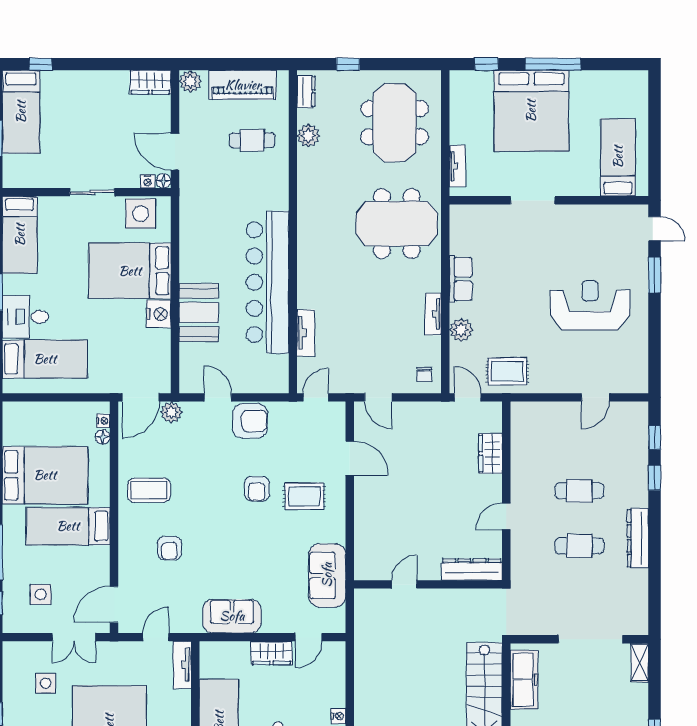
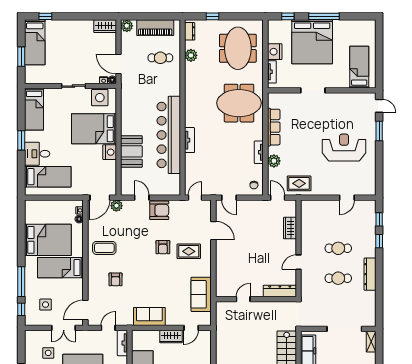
nightstand: (462, 129) -> (275, 52), added
row of seats: (461, 279) -> (274, 127), width x1.48
tv unit: (306, 333) -> (190, 140), moved

